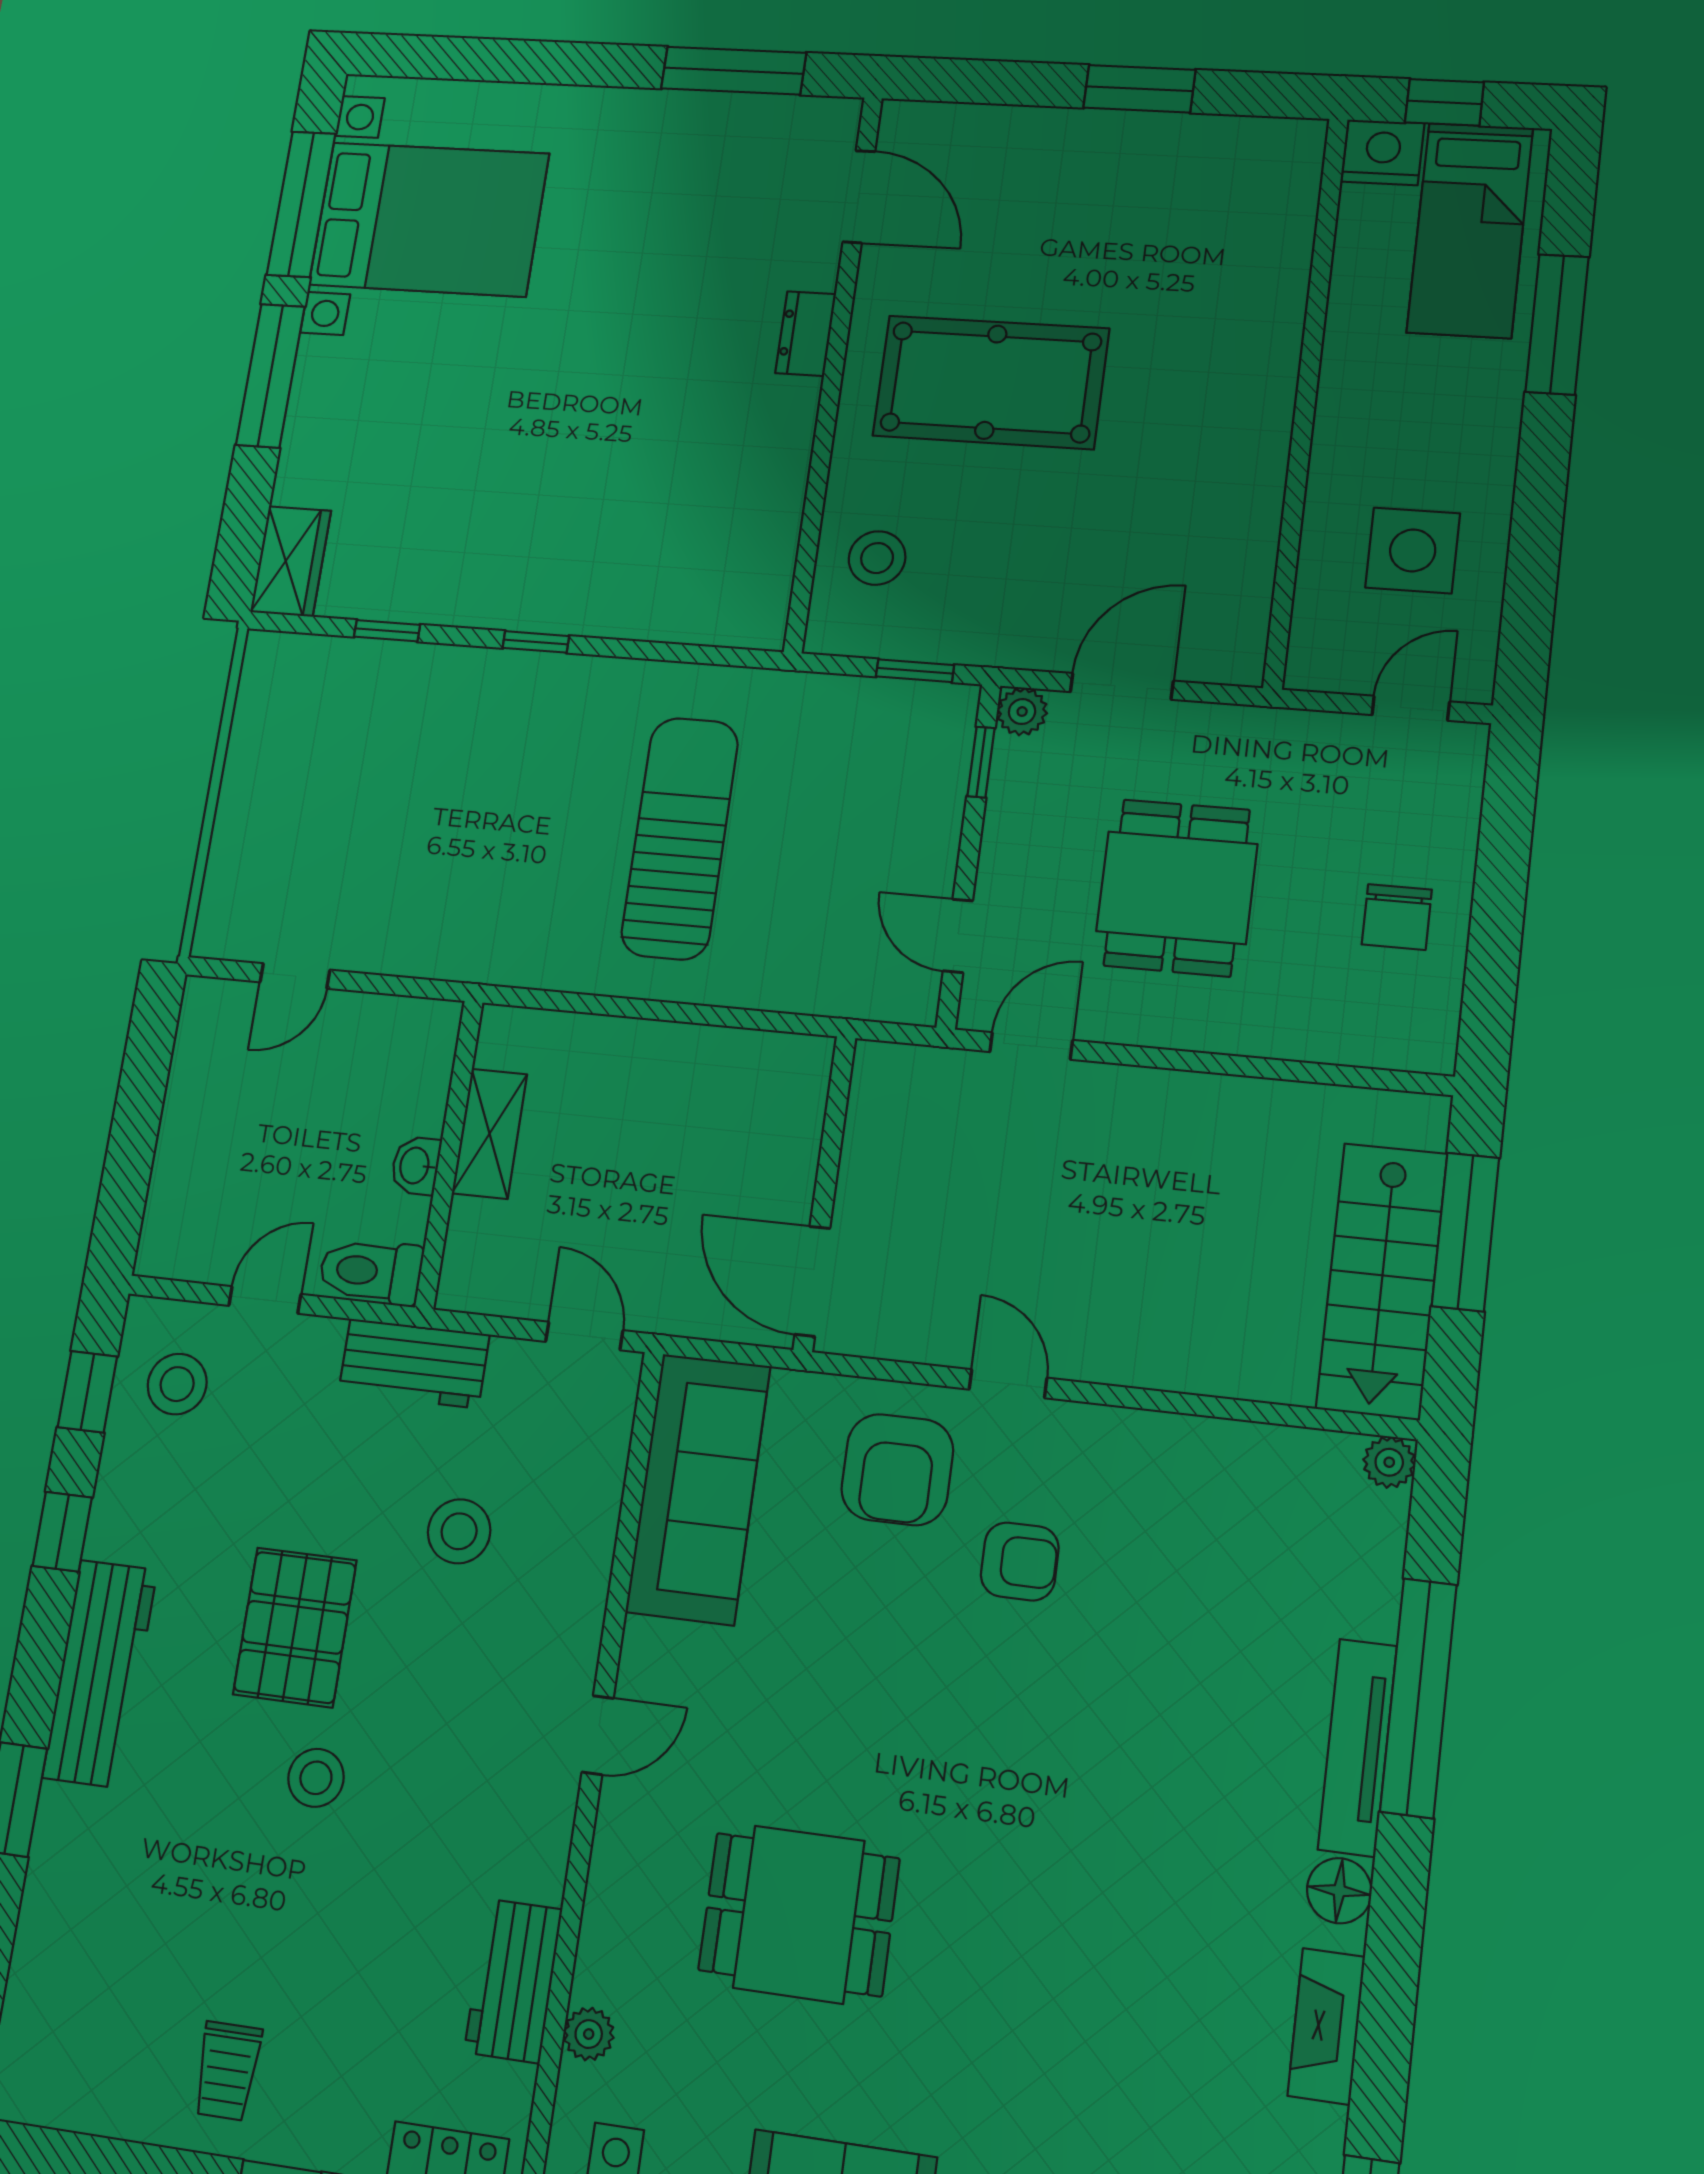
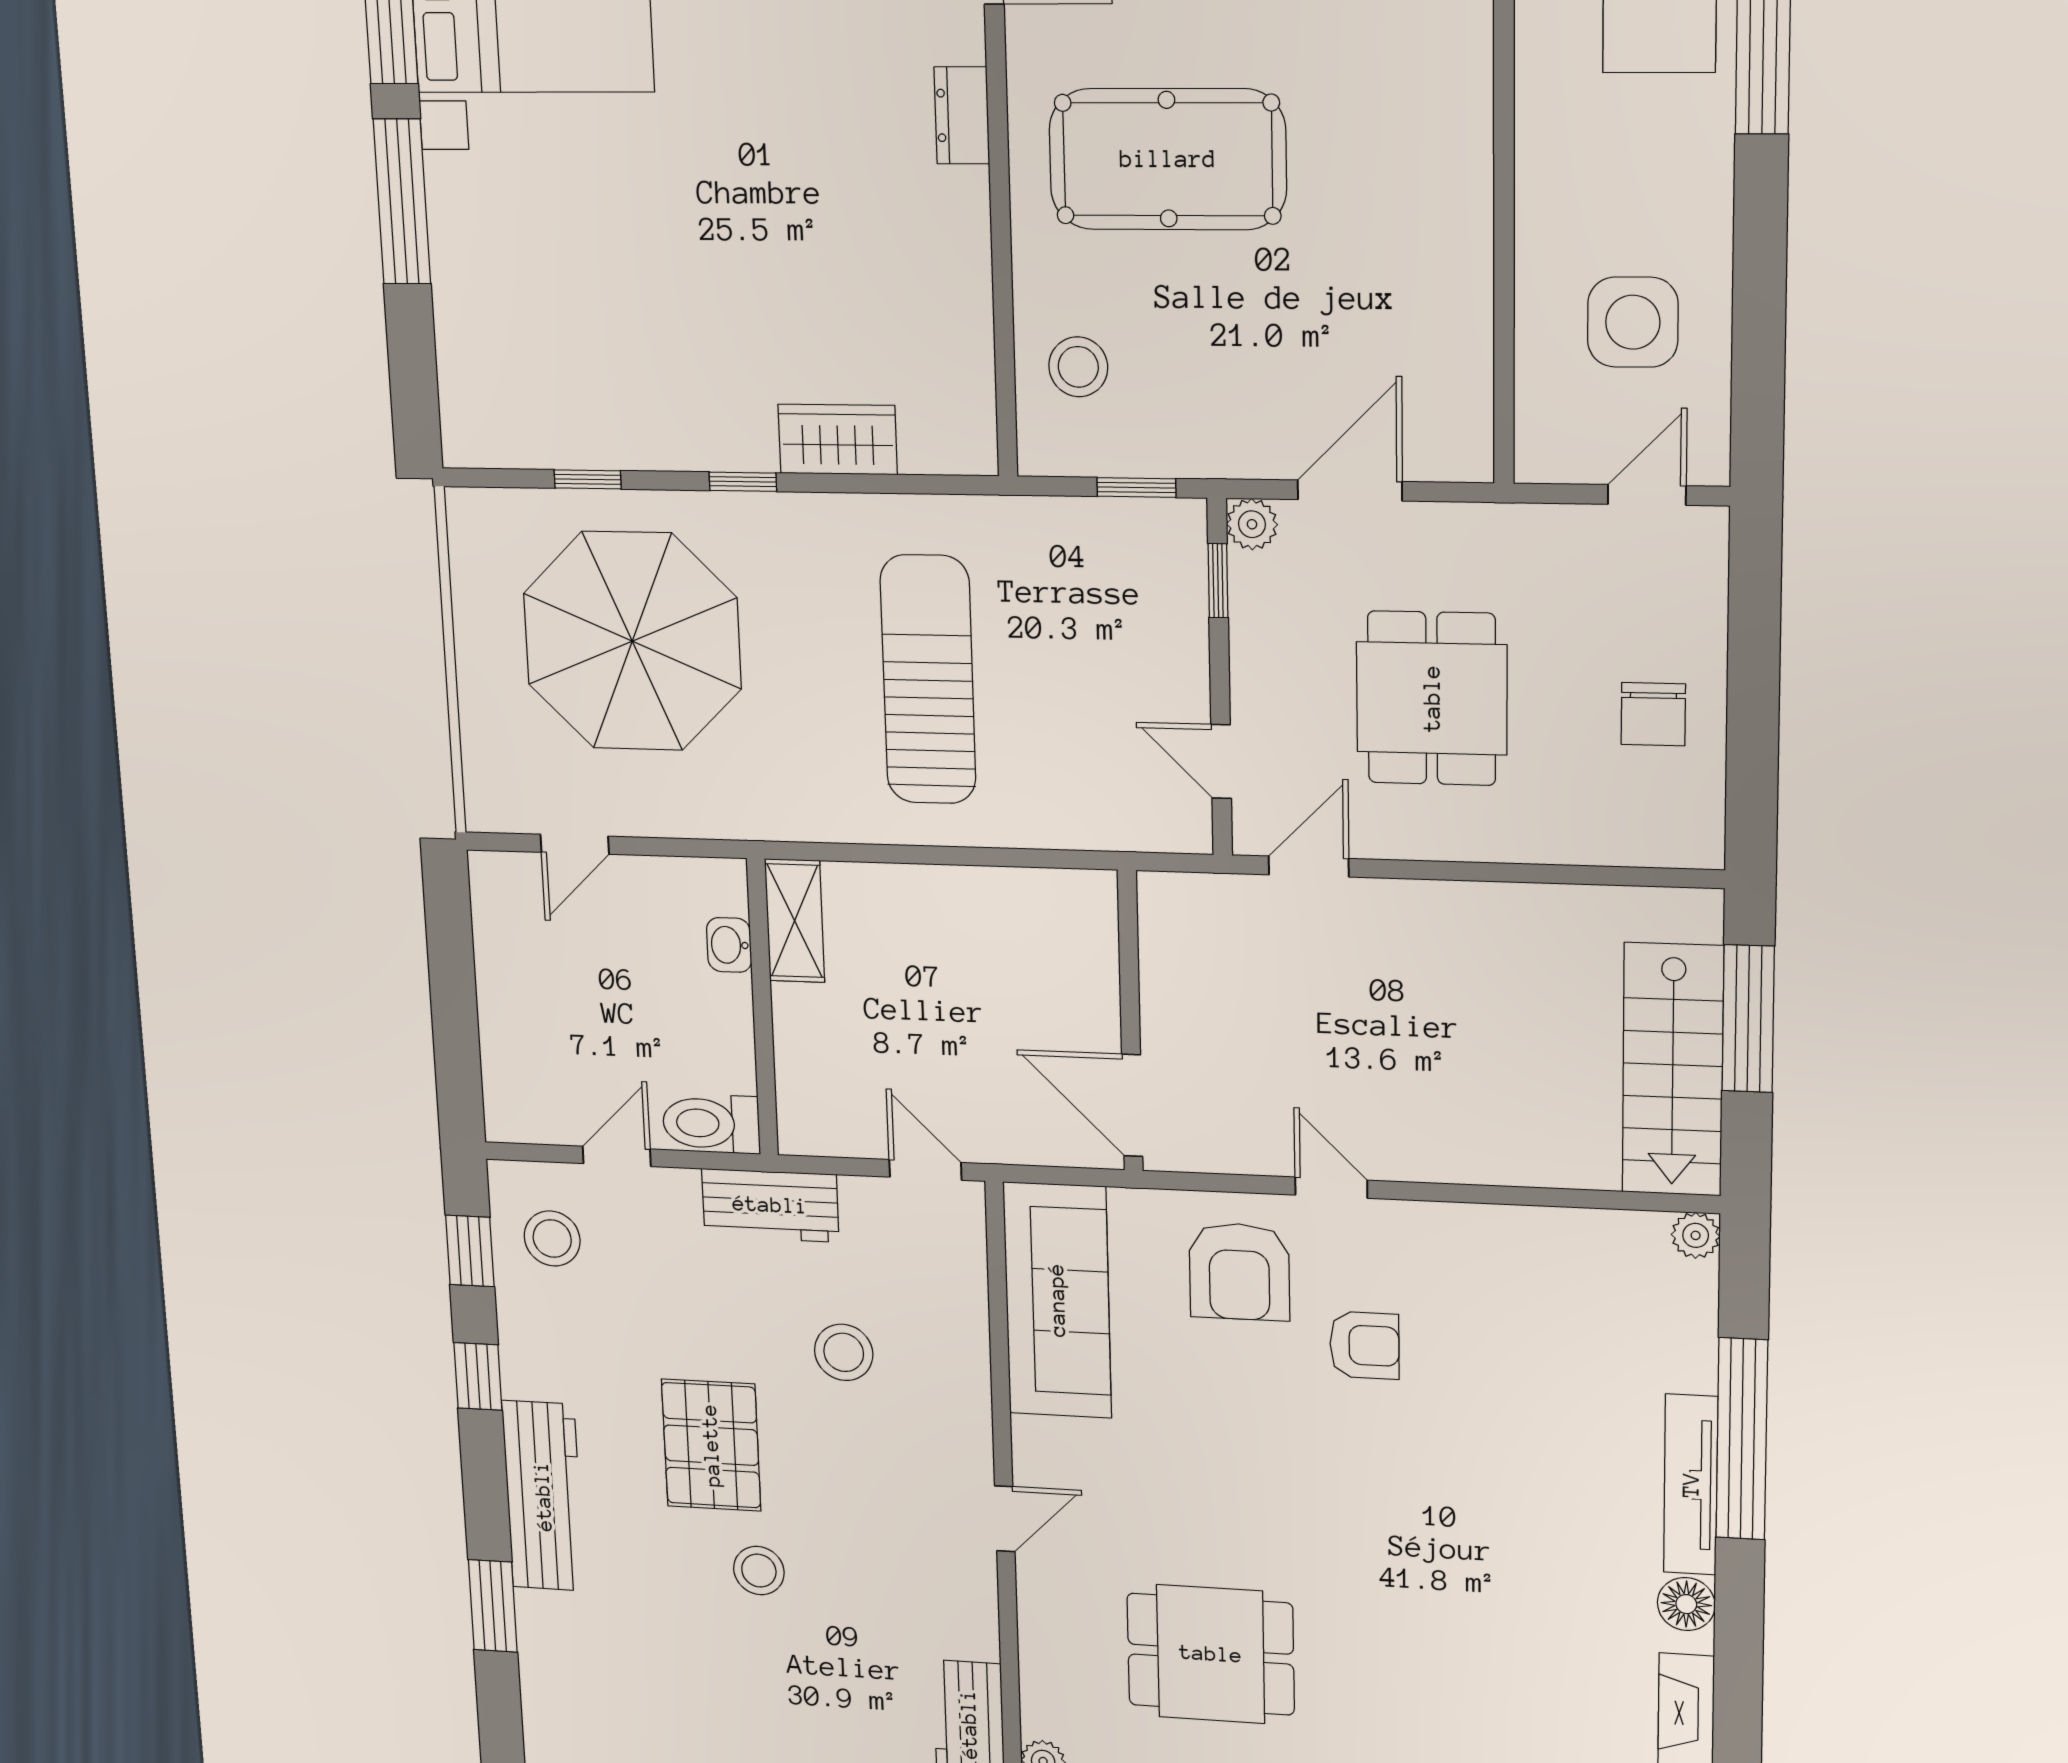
wardrobe: (291, 561) -> (838, 439), moved, turned -90
parasol: (396, 783) -> (632, 641), added
shelving: (489, 1134) -> (795, 921), moved
washbasin: (416, 1166) -> (729, 945), moved

